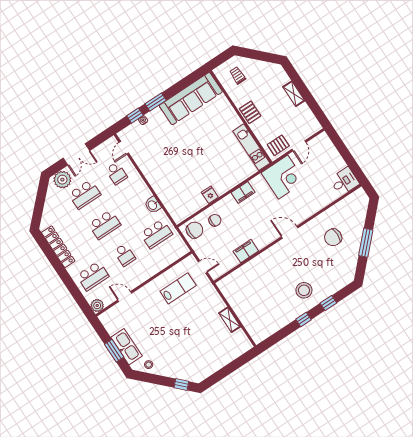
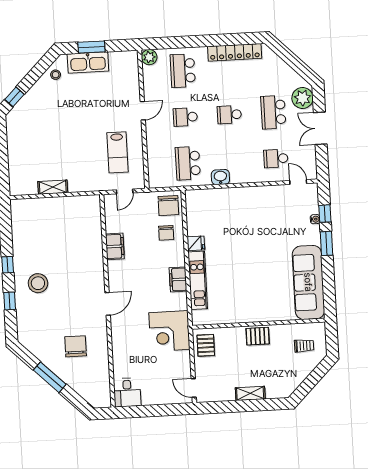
door: (299, 146) -> (194, 388), moved
kitchen unit: (251, 147) -> (198, 280), moved, turned 90
school desk: (105, 225) -> (229, 115), width x0.54
door: (125, 297) -> (143, 111), moved

